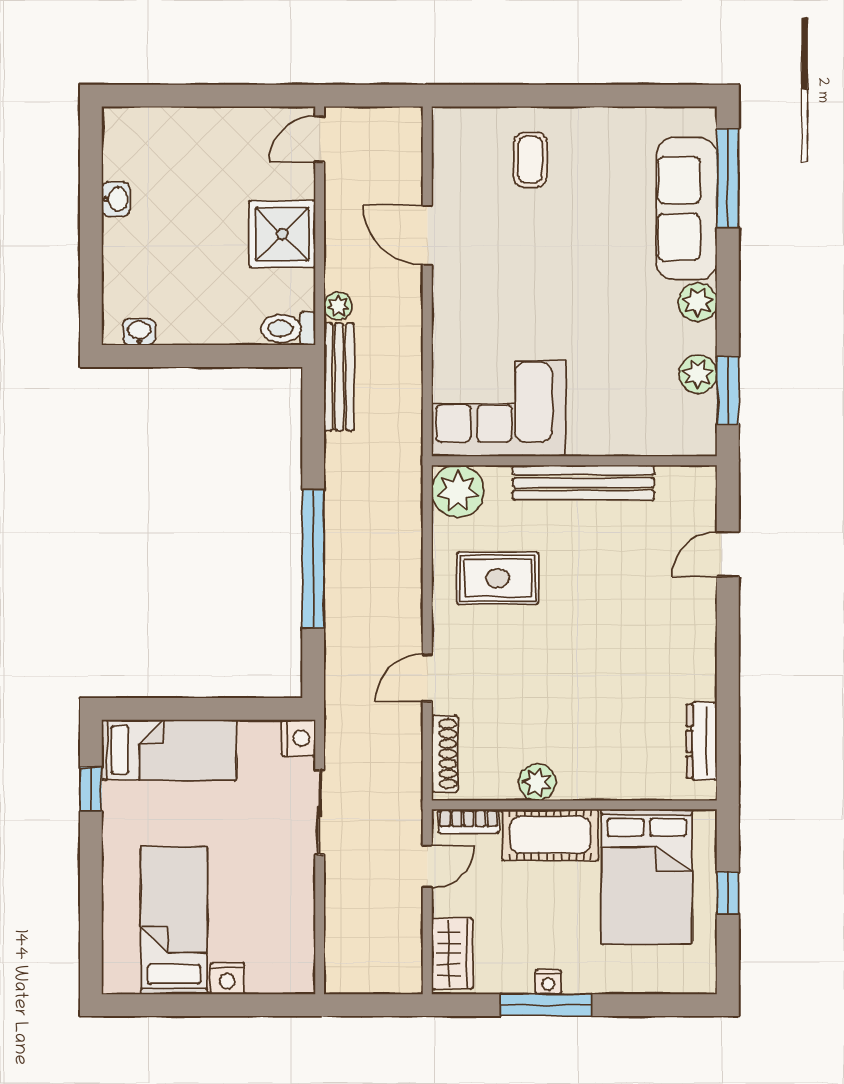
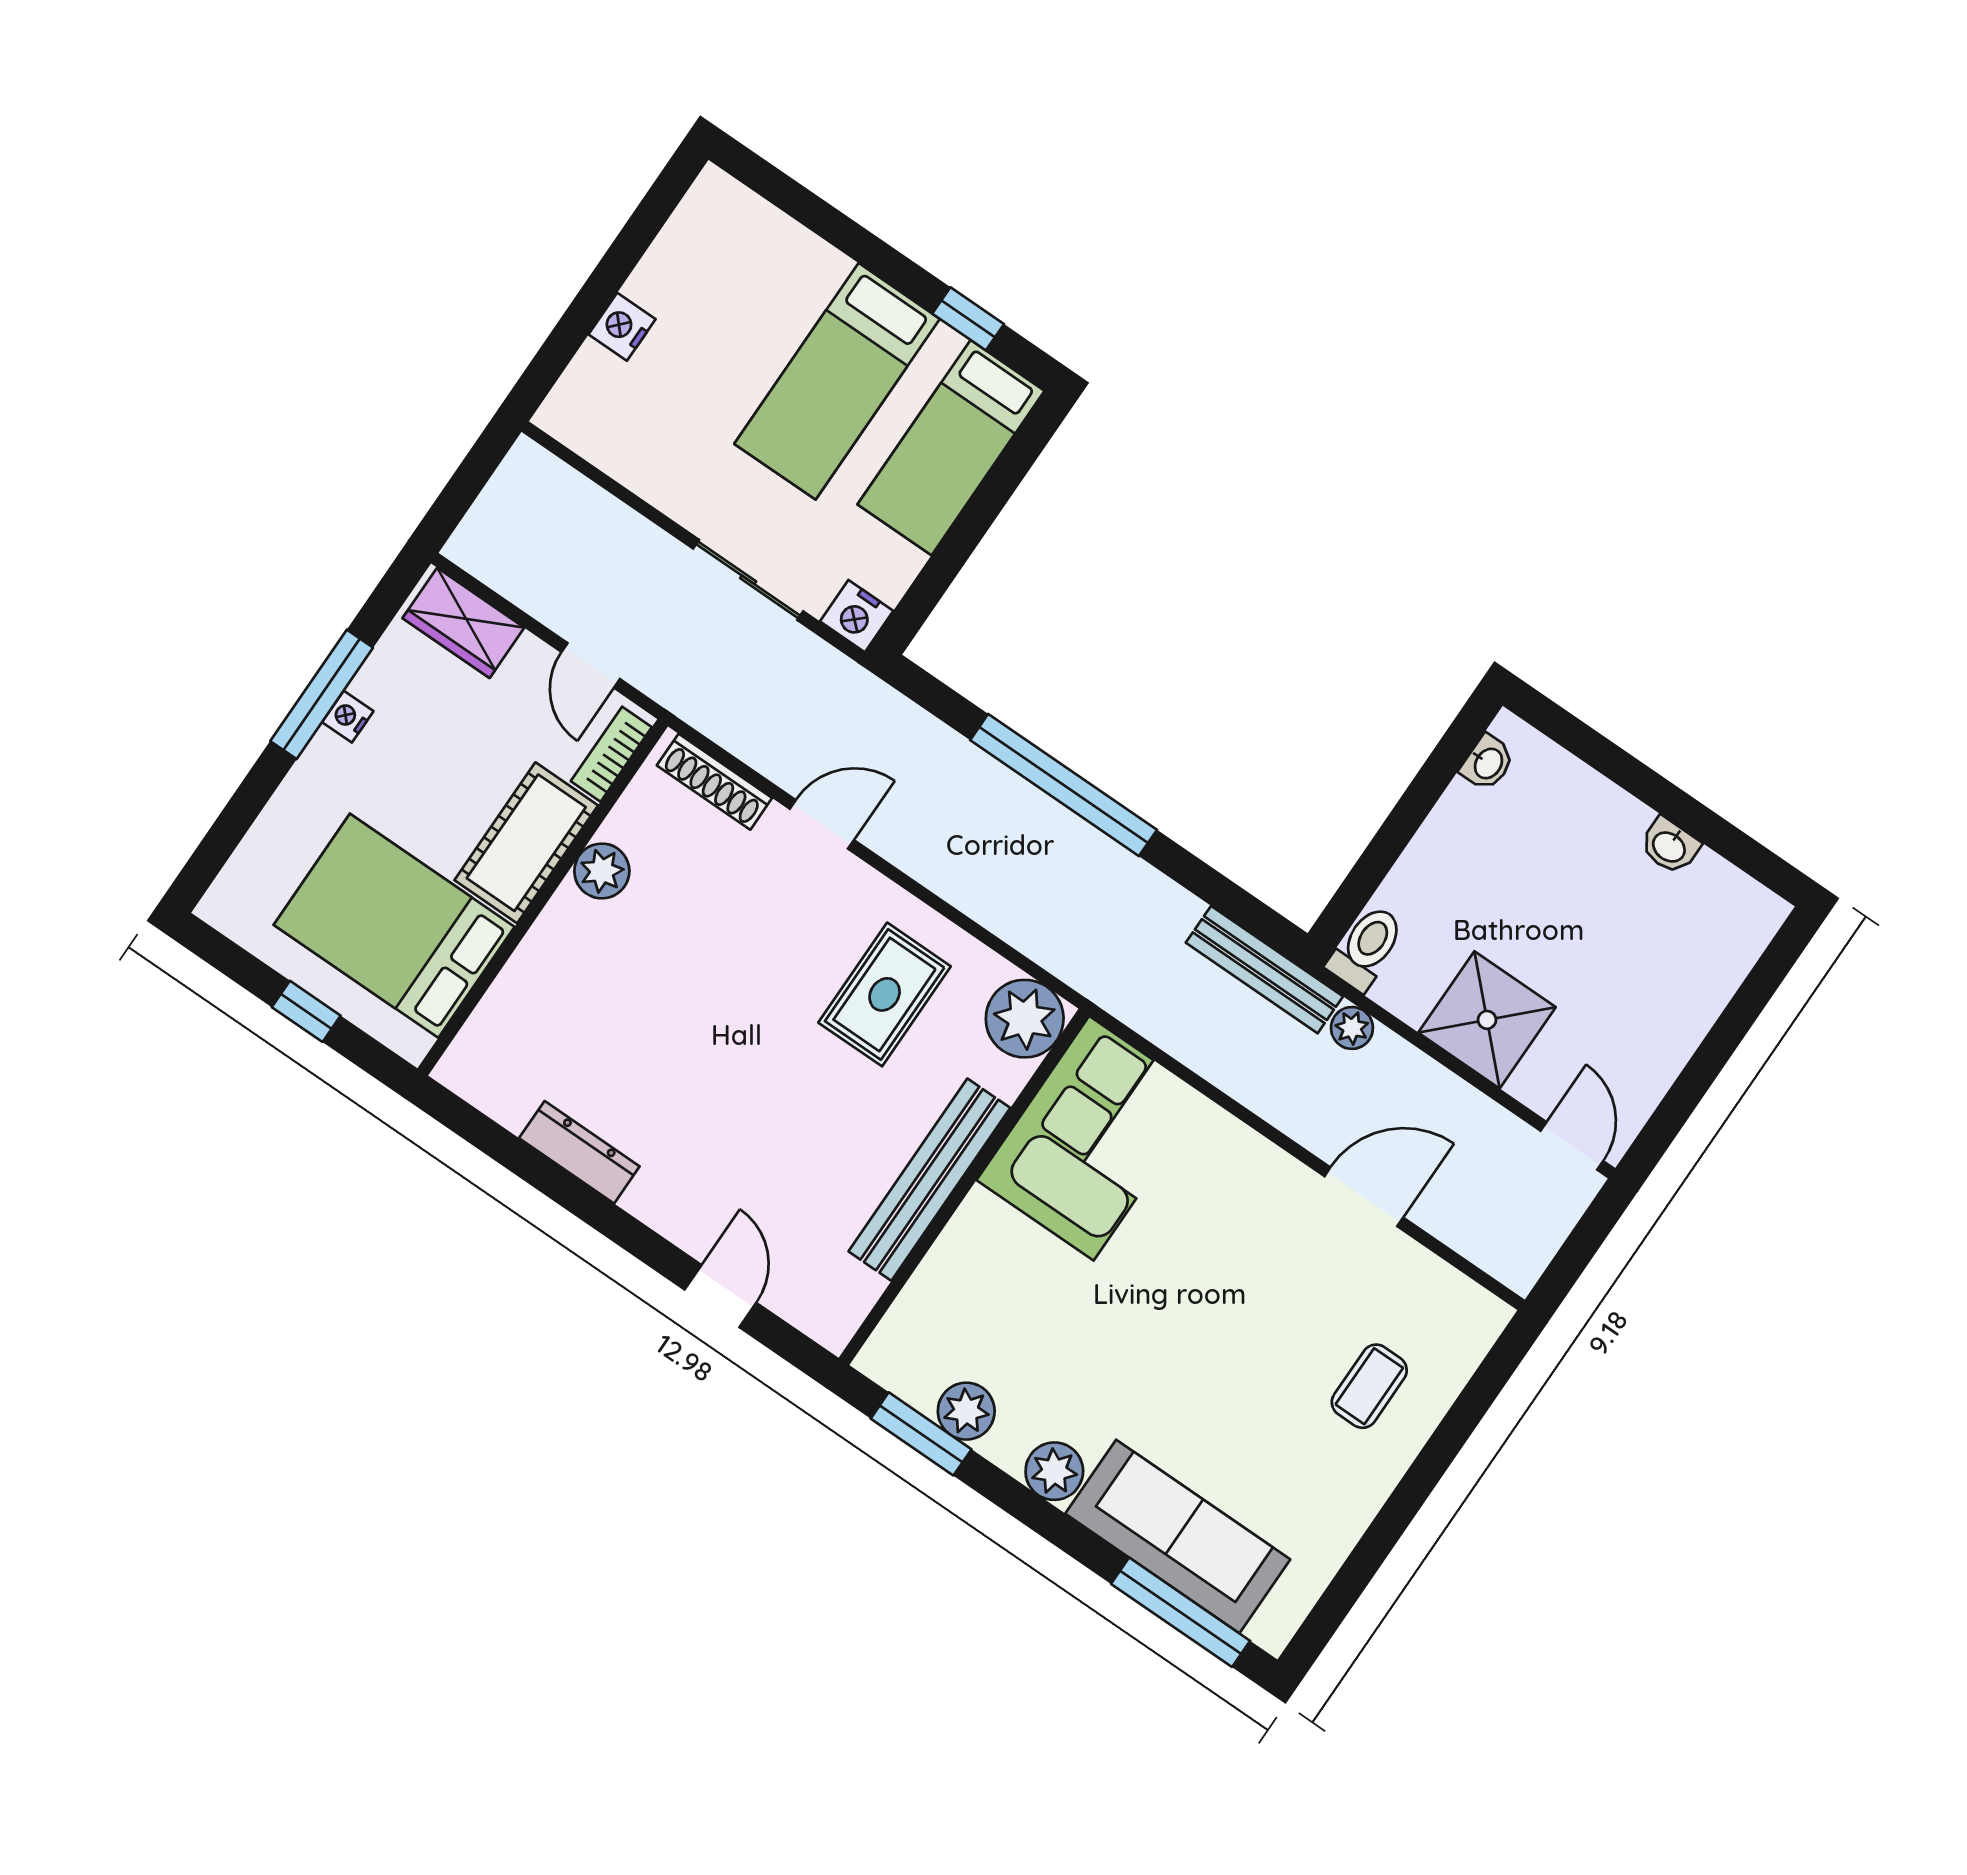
coffee table: (530, 160) -> (1369, 1386), turned 90
door: (427, 678) -> (822, 824), hinge flipped
dresser: (702, 741) -> (579, 1152), moved
bed: (174, 920) -> (837, 381), moved, turned 90

